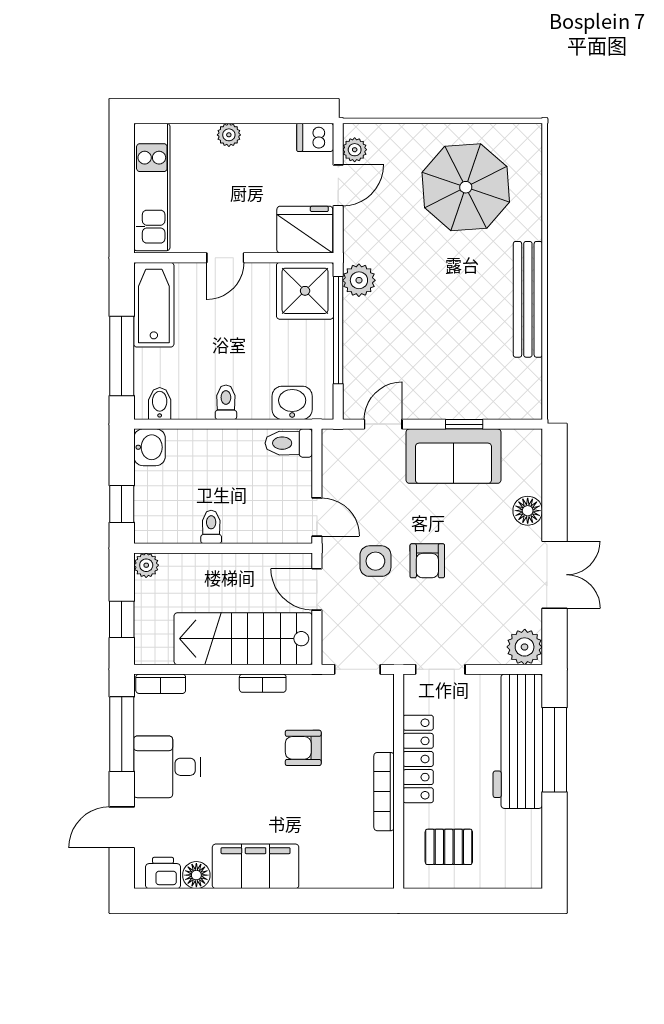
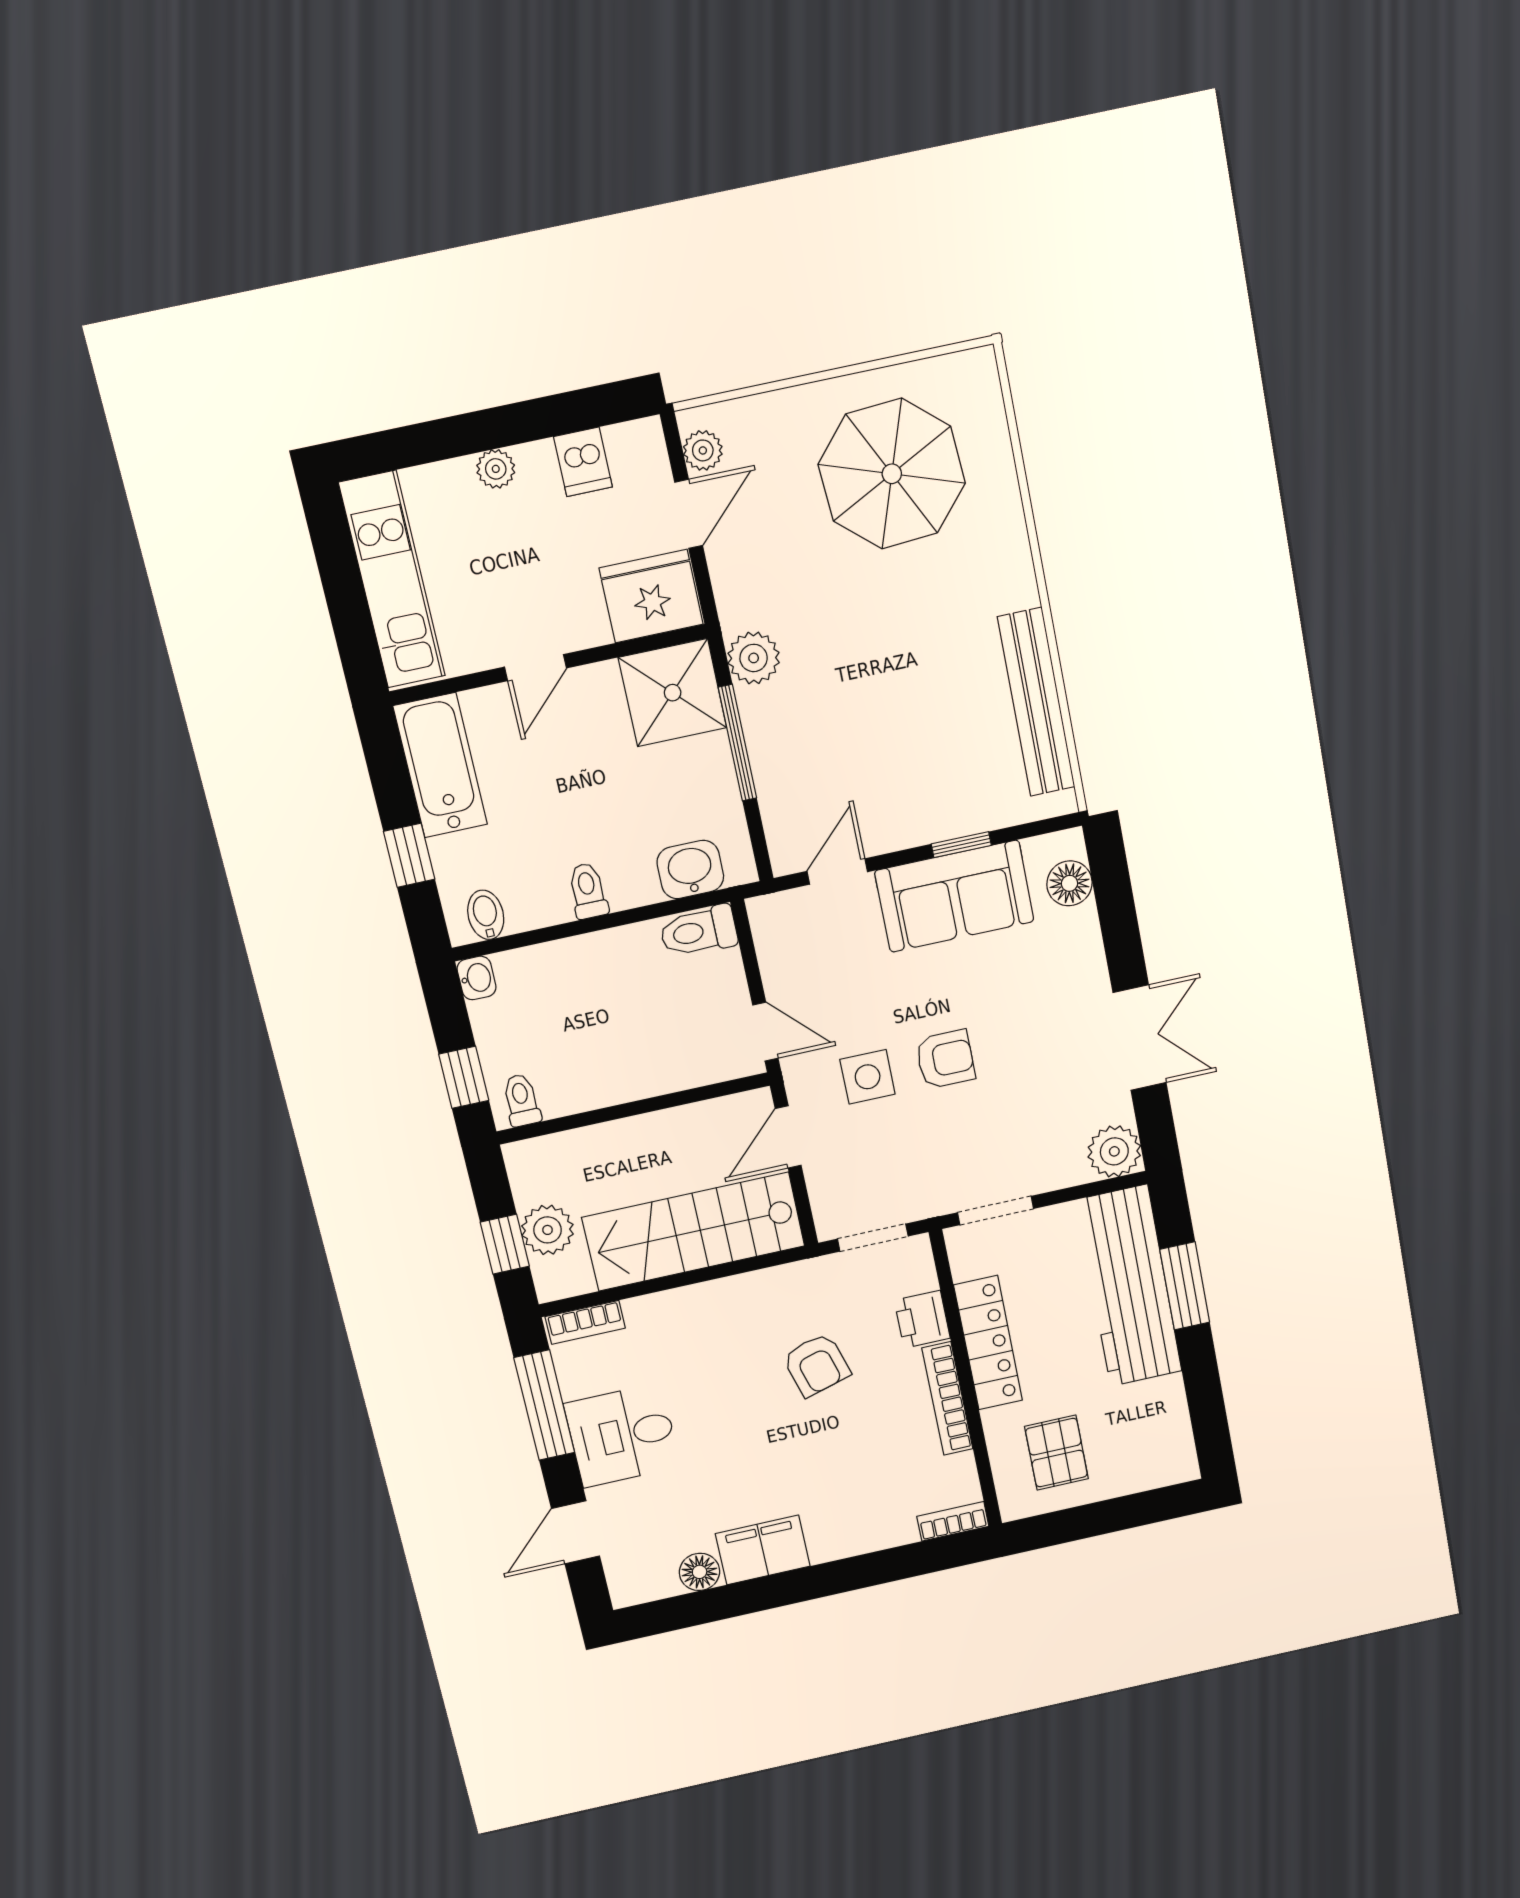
dishwasher: (315, 137) -> (583, 462), moved, turned -90
bench: (528, 299) -> (1036, 702), moved
window: (338, 330) -> (737, 743), width x0.68
window: (122, 356) -> (409, 855), width x0.46
washbasin: (149, 447) -> (477, 978), width x0.72, depth x0.69
floor lamp: (528, 511) -> (1069, 883), moved
toilet: (211, 527) -> (522, 1100), moved
armchair: (427, 561) -> (945, 1059), turned -90
plant: (146, 565) -> (548, 1230), moved, width x1.38, depth x1.38
door: (317, 589) -> (788, 1137), hinge flipped
bookcase: (263, 683) -> (953, 1521), moved, turned 180
armchair: (303, 748) -> (816, 1365), turned -106
window: (554, 750) -> (1185, 1286), width x0.69
pallet: (449, 847) -> (1056, 1453), turned 90
filing cabinet: (256, 866) -> (763, 1550), width x0.67, depth x0.86
printer: (163, 873) -> (922, 1319), moved, turned -90

